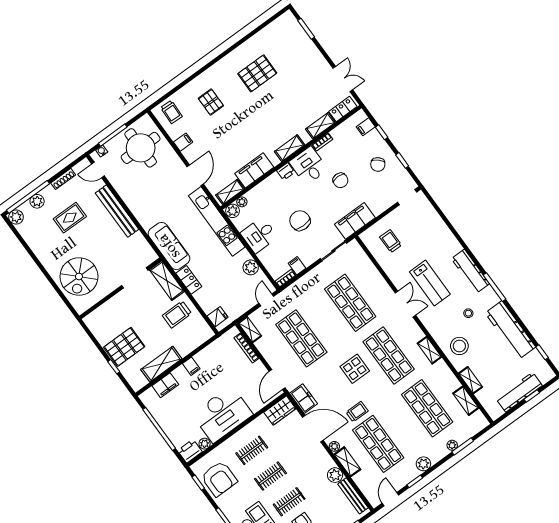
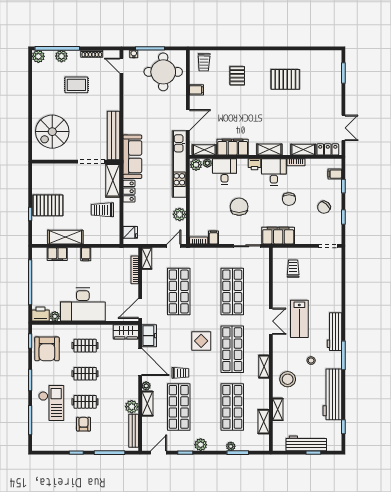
bench: (117, 211) -> (113, 135), moved
desk: (259, 235) -> (225, 171), moved, turned 90

